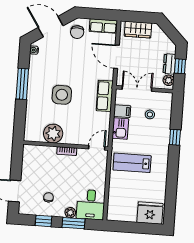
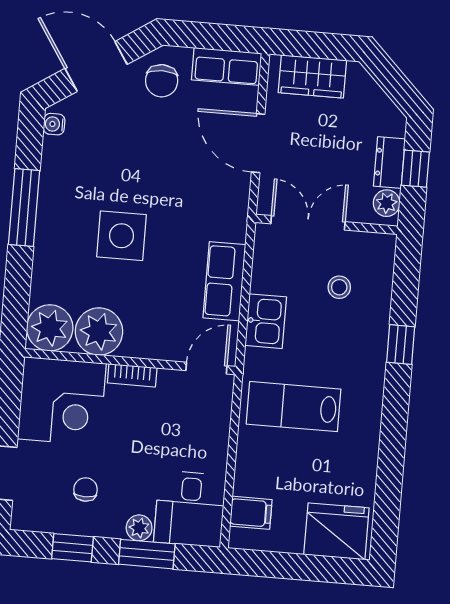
row of seats: (105, 96) -> (224, 281), moved
filing cabinet: (122, 111) -> (251, 513), moved
plant: (33, 132) -> (50, 328), added
corner desk: (38, 162) -> (62, 401), added

